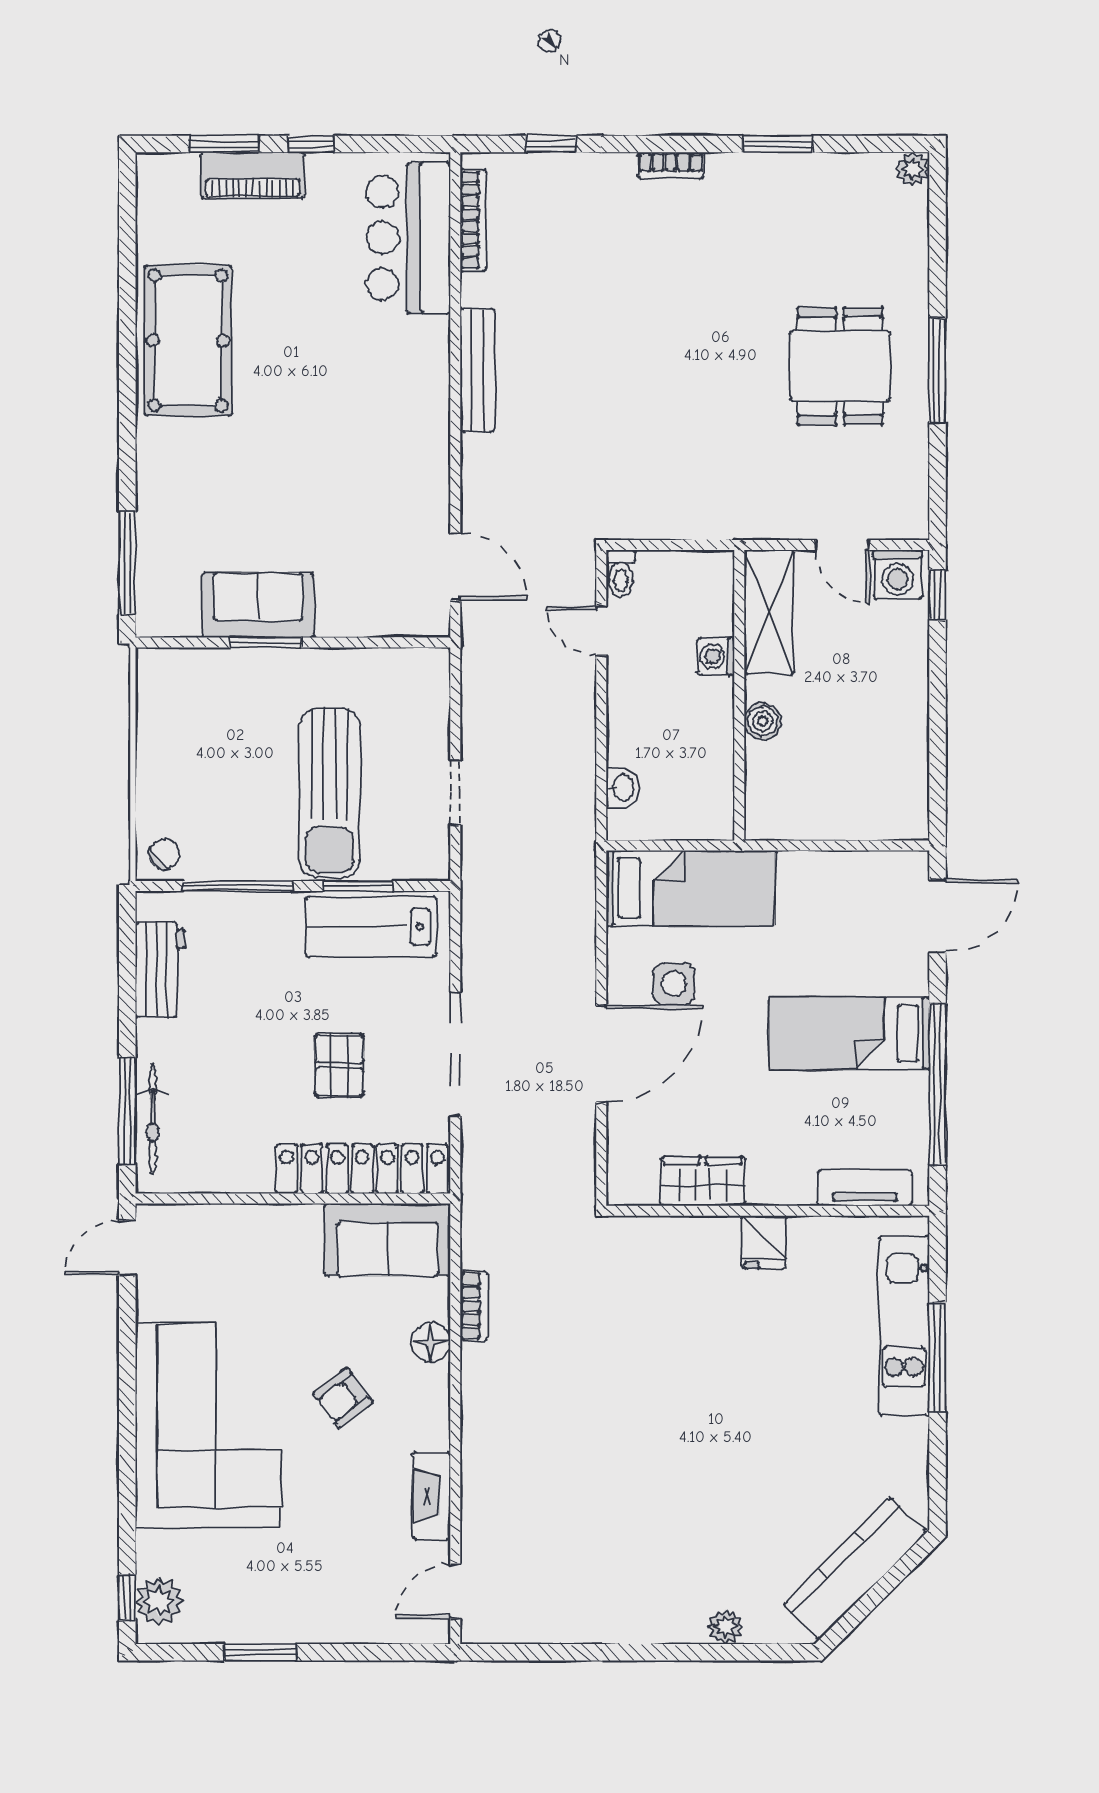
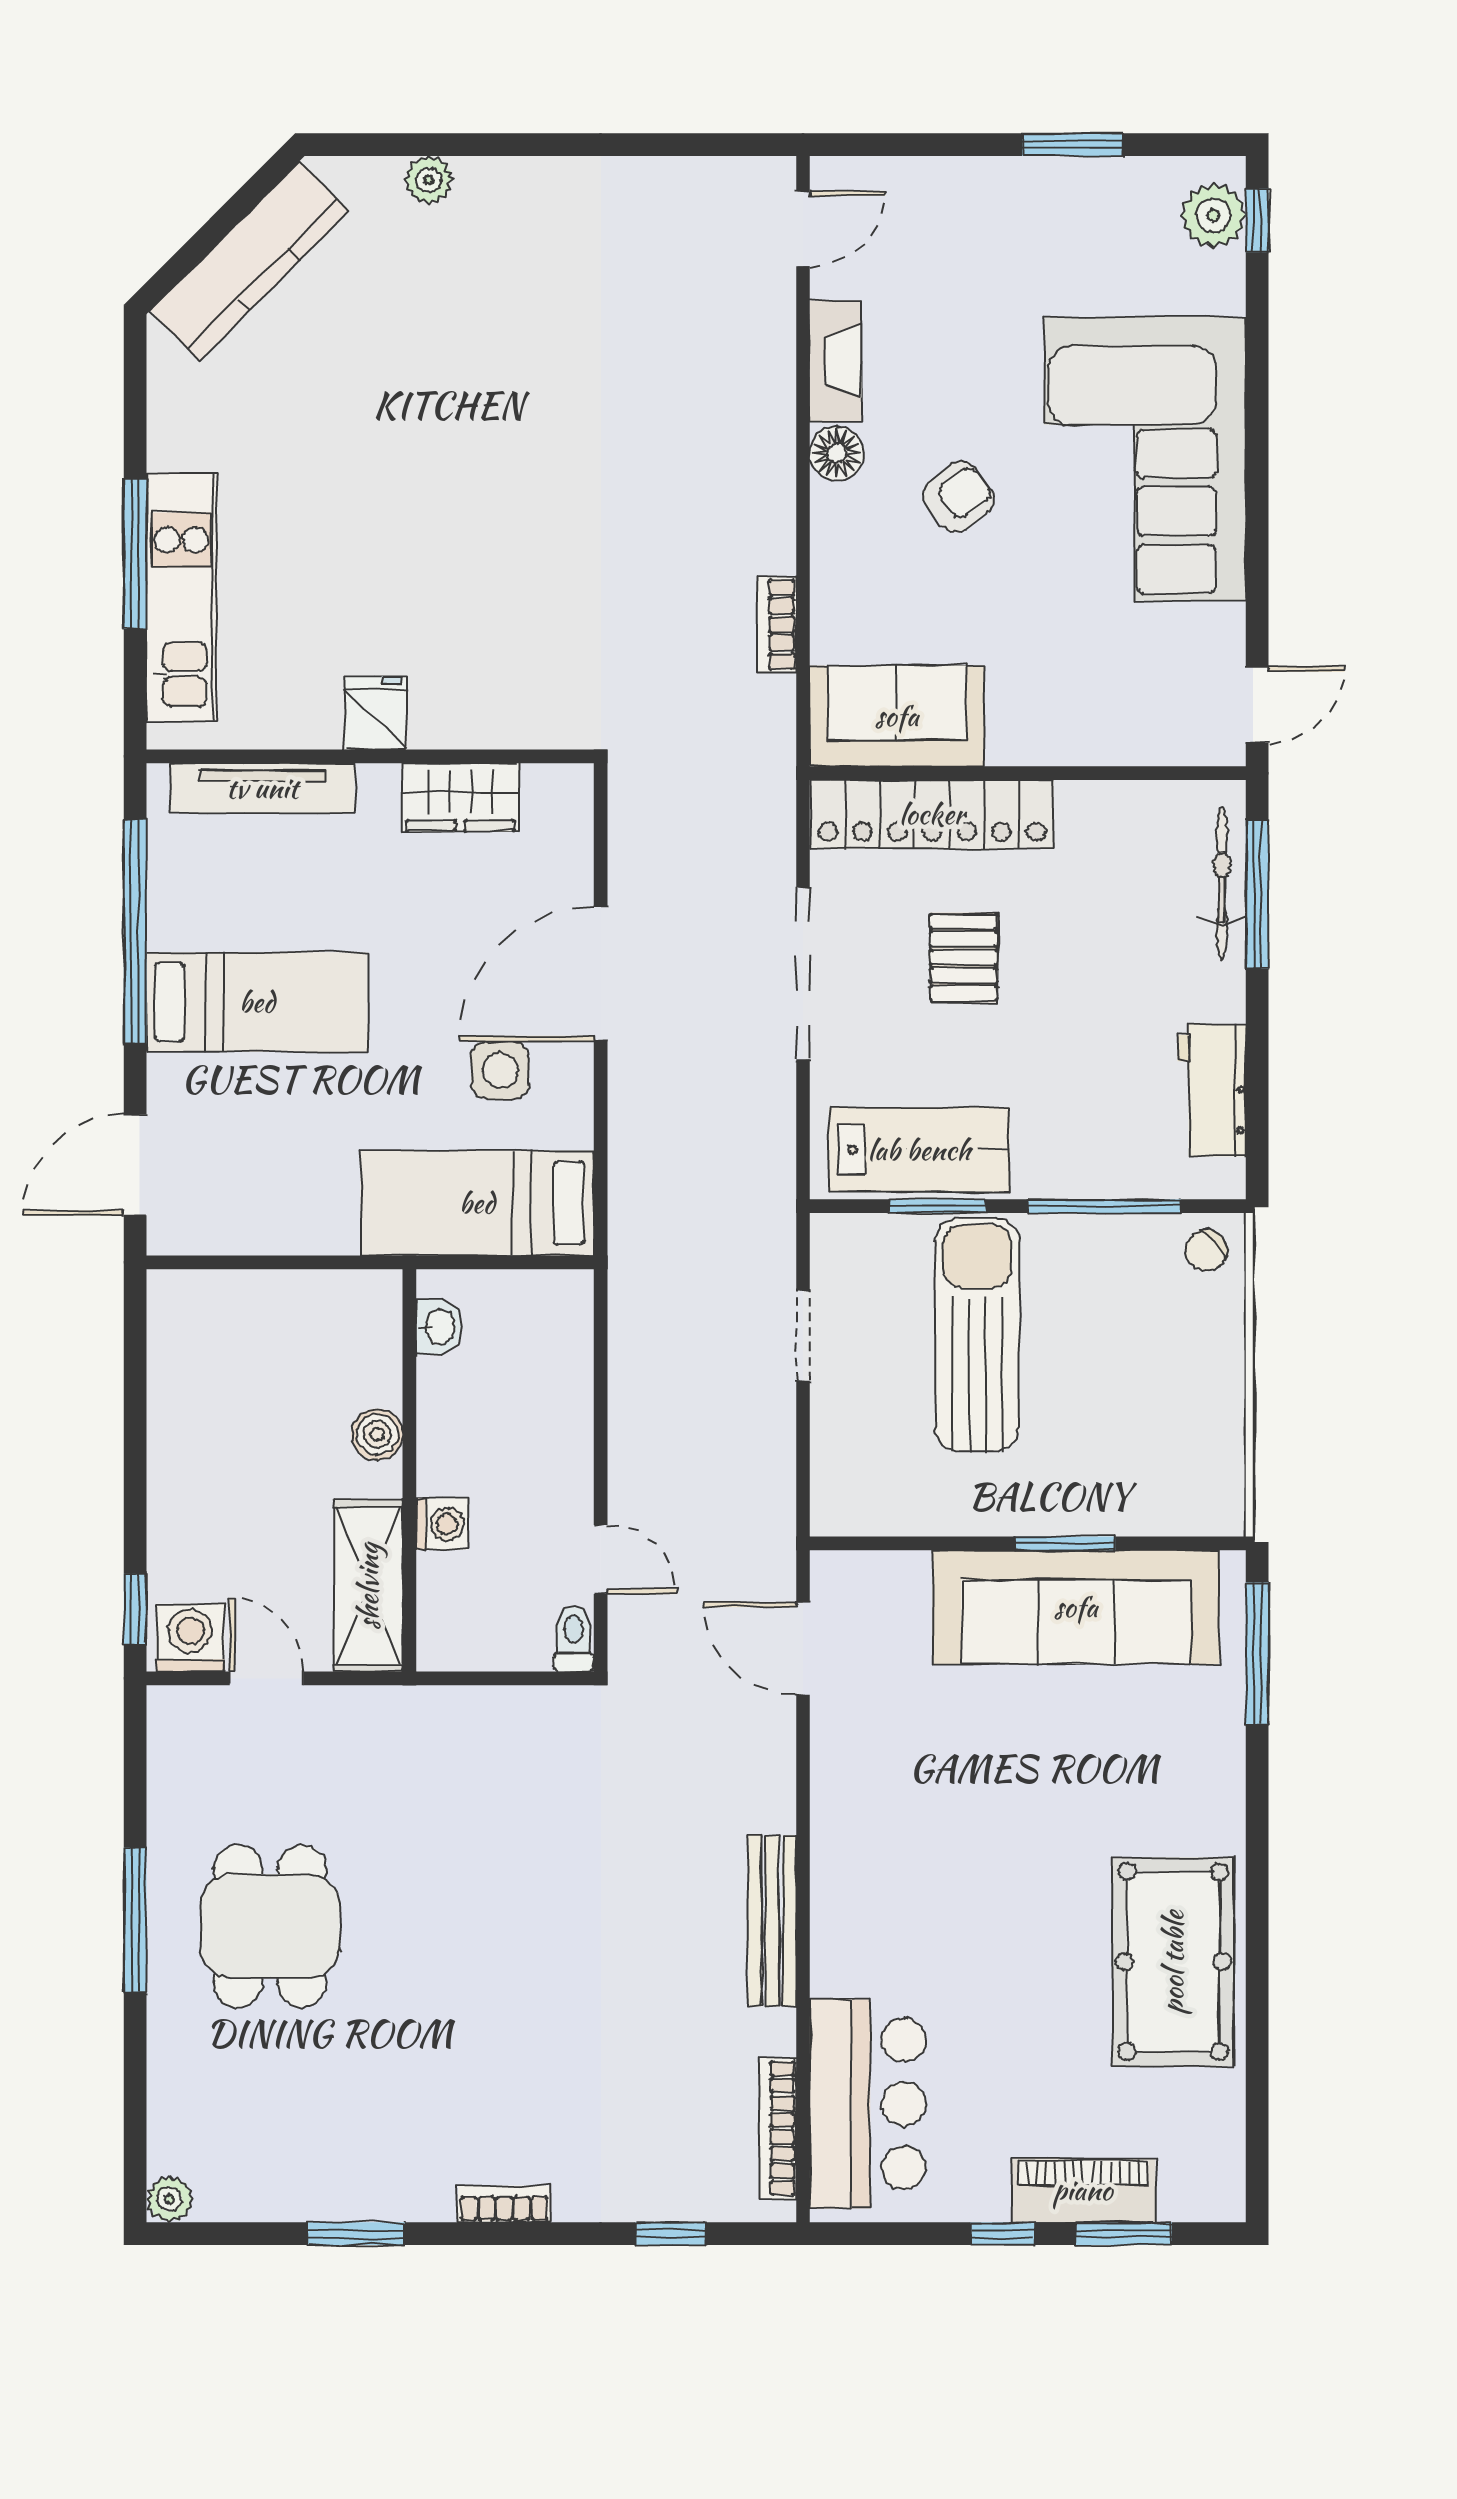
sofa: (258, 605) -> (1076, 1607), width x1.85, depth x1.27
washbasin: (623, 788) -> (439, 1327), moved, turned 180
tv unit: (865, 1188) -> (262, 788), width x1.41
floor lamp: (431, 1342) -> (837, 453), moved

